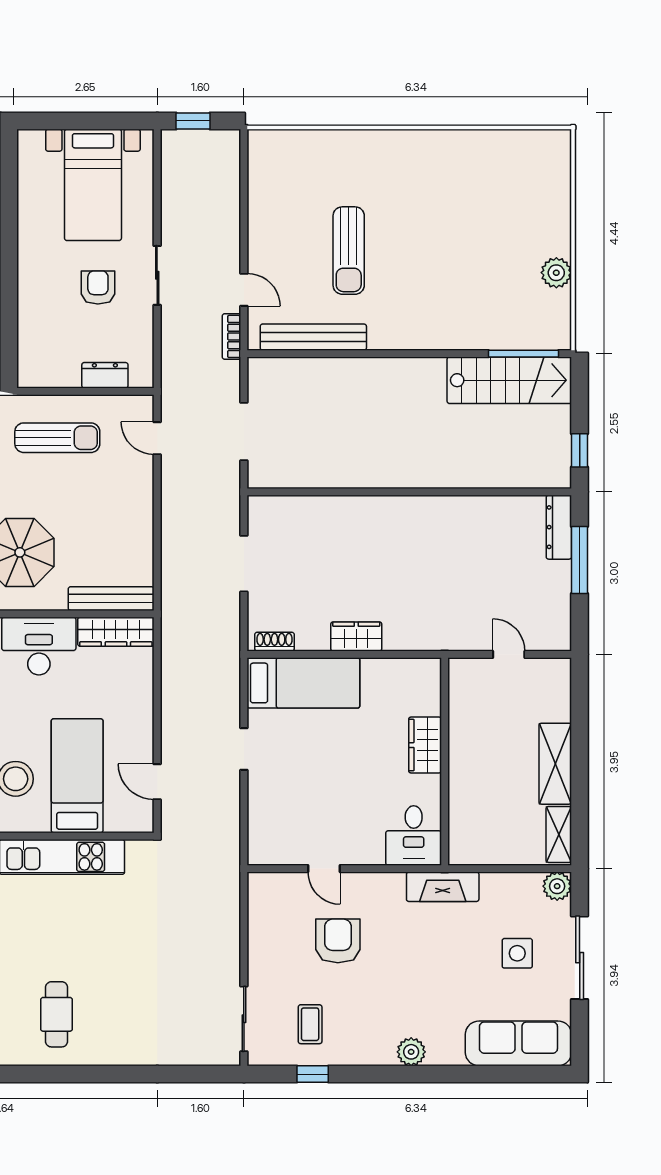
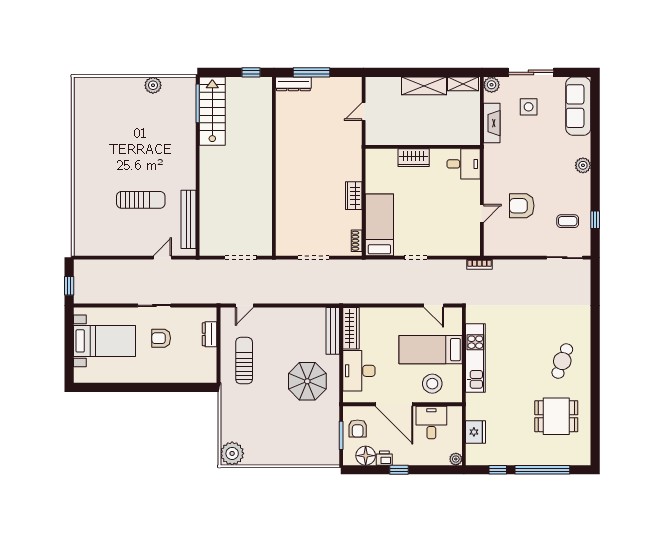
bookcase: (232, 336) -> (480, 264), moved
door: (157, 782) -> (434, 305), hinge flipped
fireplace: (443, 887) -> (492, 123), moved
cafe table: (57, 1014) -> (562, 361), turned -70

